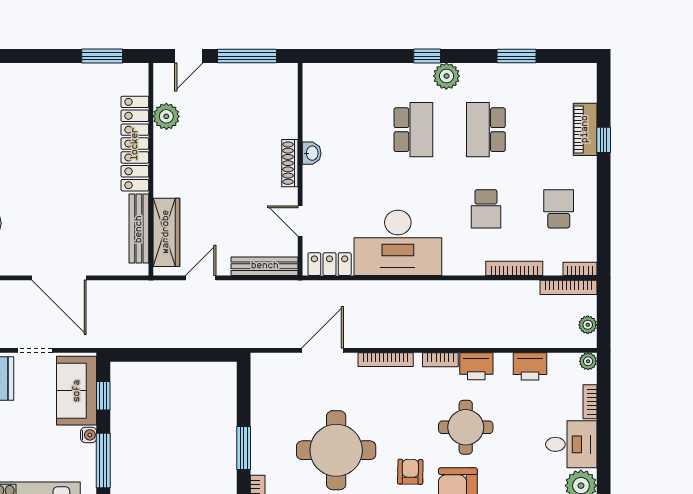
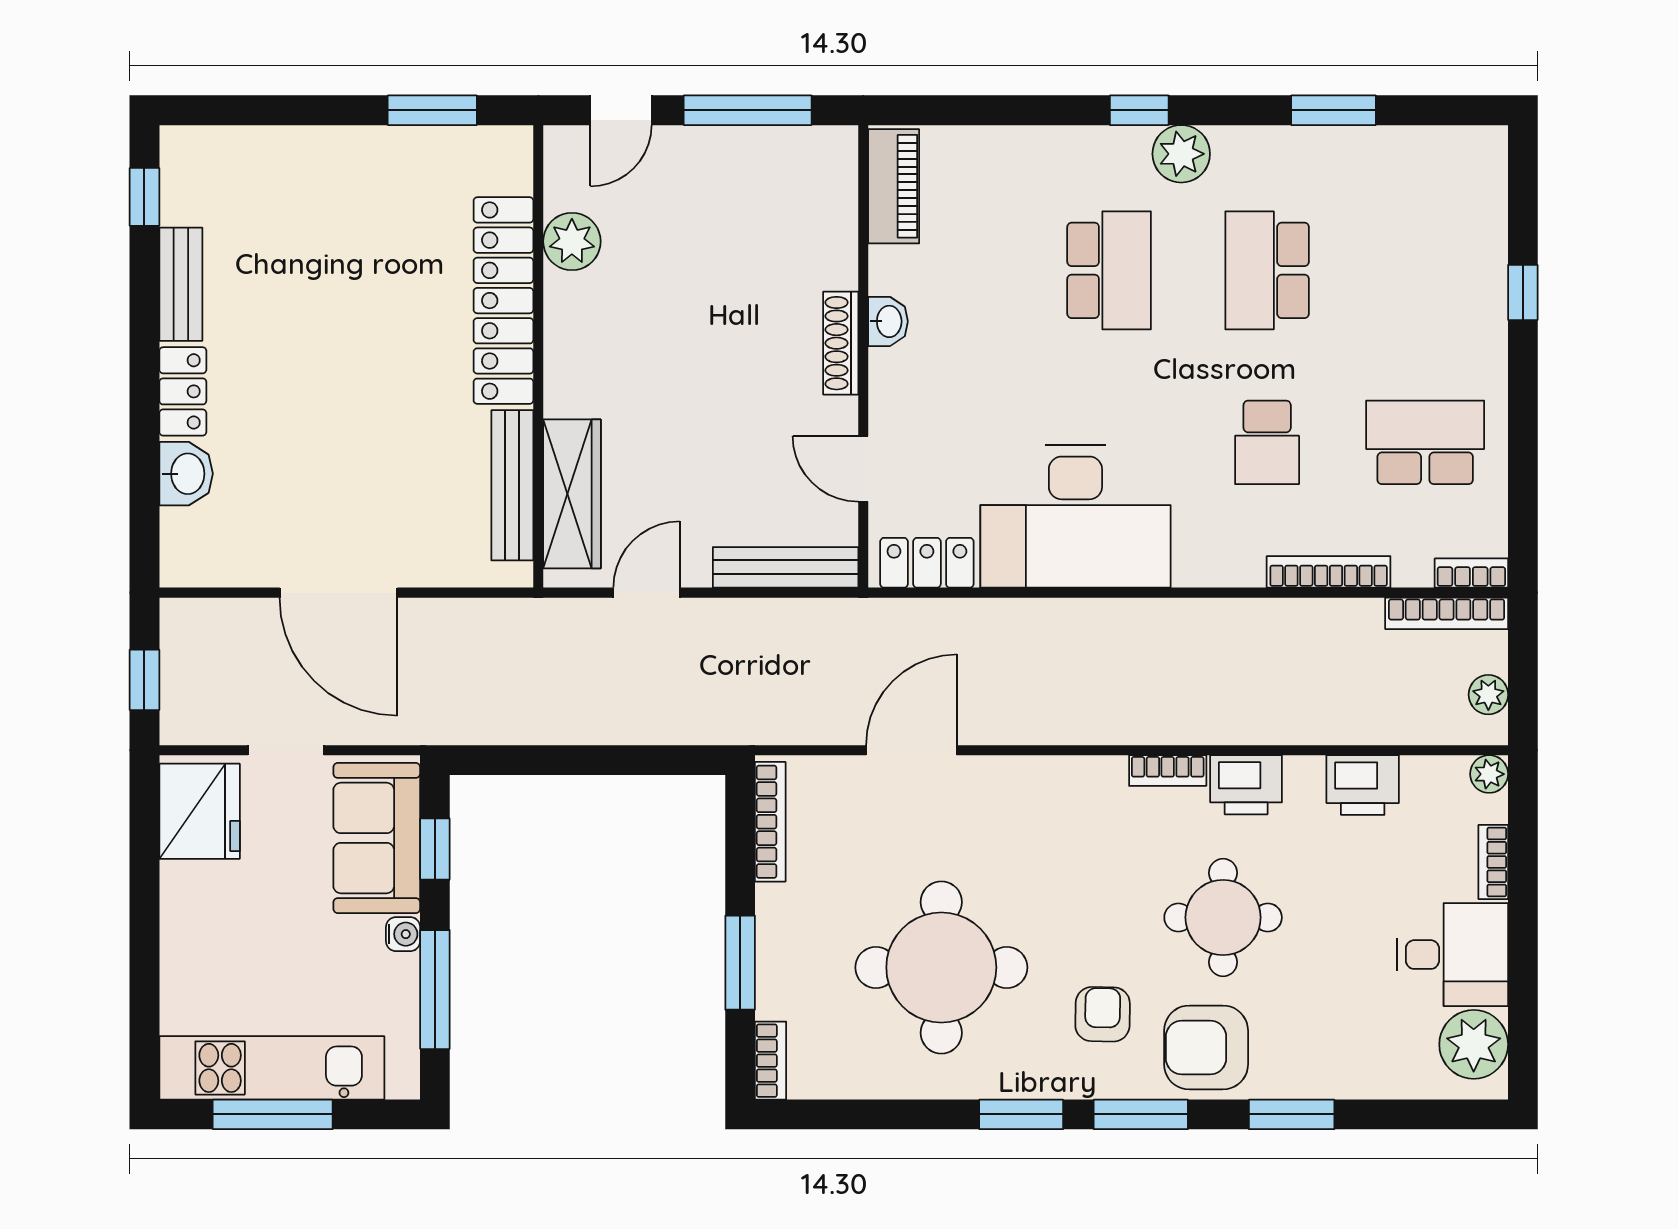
piano: (585, 129) -> (894, 186), moved, turned 180
school desk: (559, 209) -> (1425, 442), width x1.85
bookcase: (386, 360) -> (770, 822), moved, turned -90

